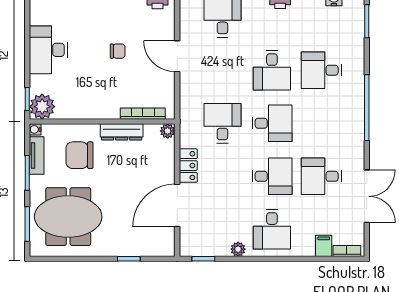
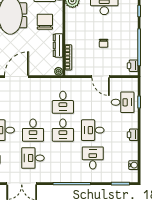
door: (177, 56) -> (101, 77), swing flipped
desk: (222, 123) -> (63, 102), turned 90
locker: (188, 166) -> (39, 83), removed
desk: (321, 176) -> (33, 158), turned -90
door: (177, 205) -> (17, 77), hinge flipped

